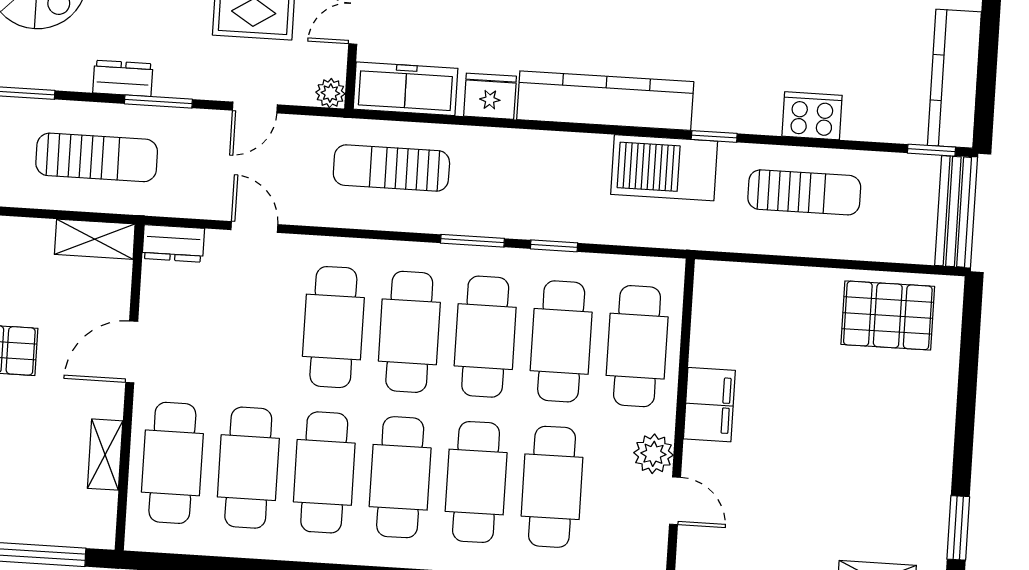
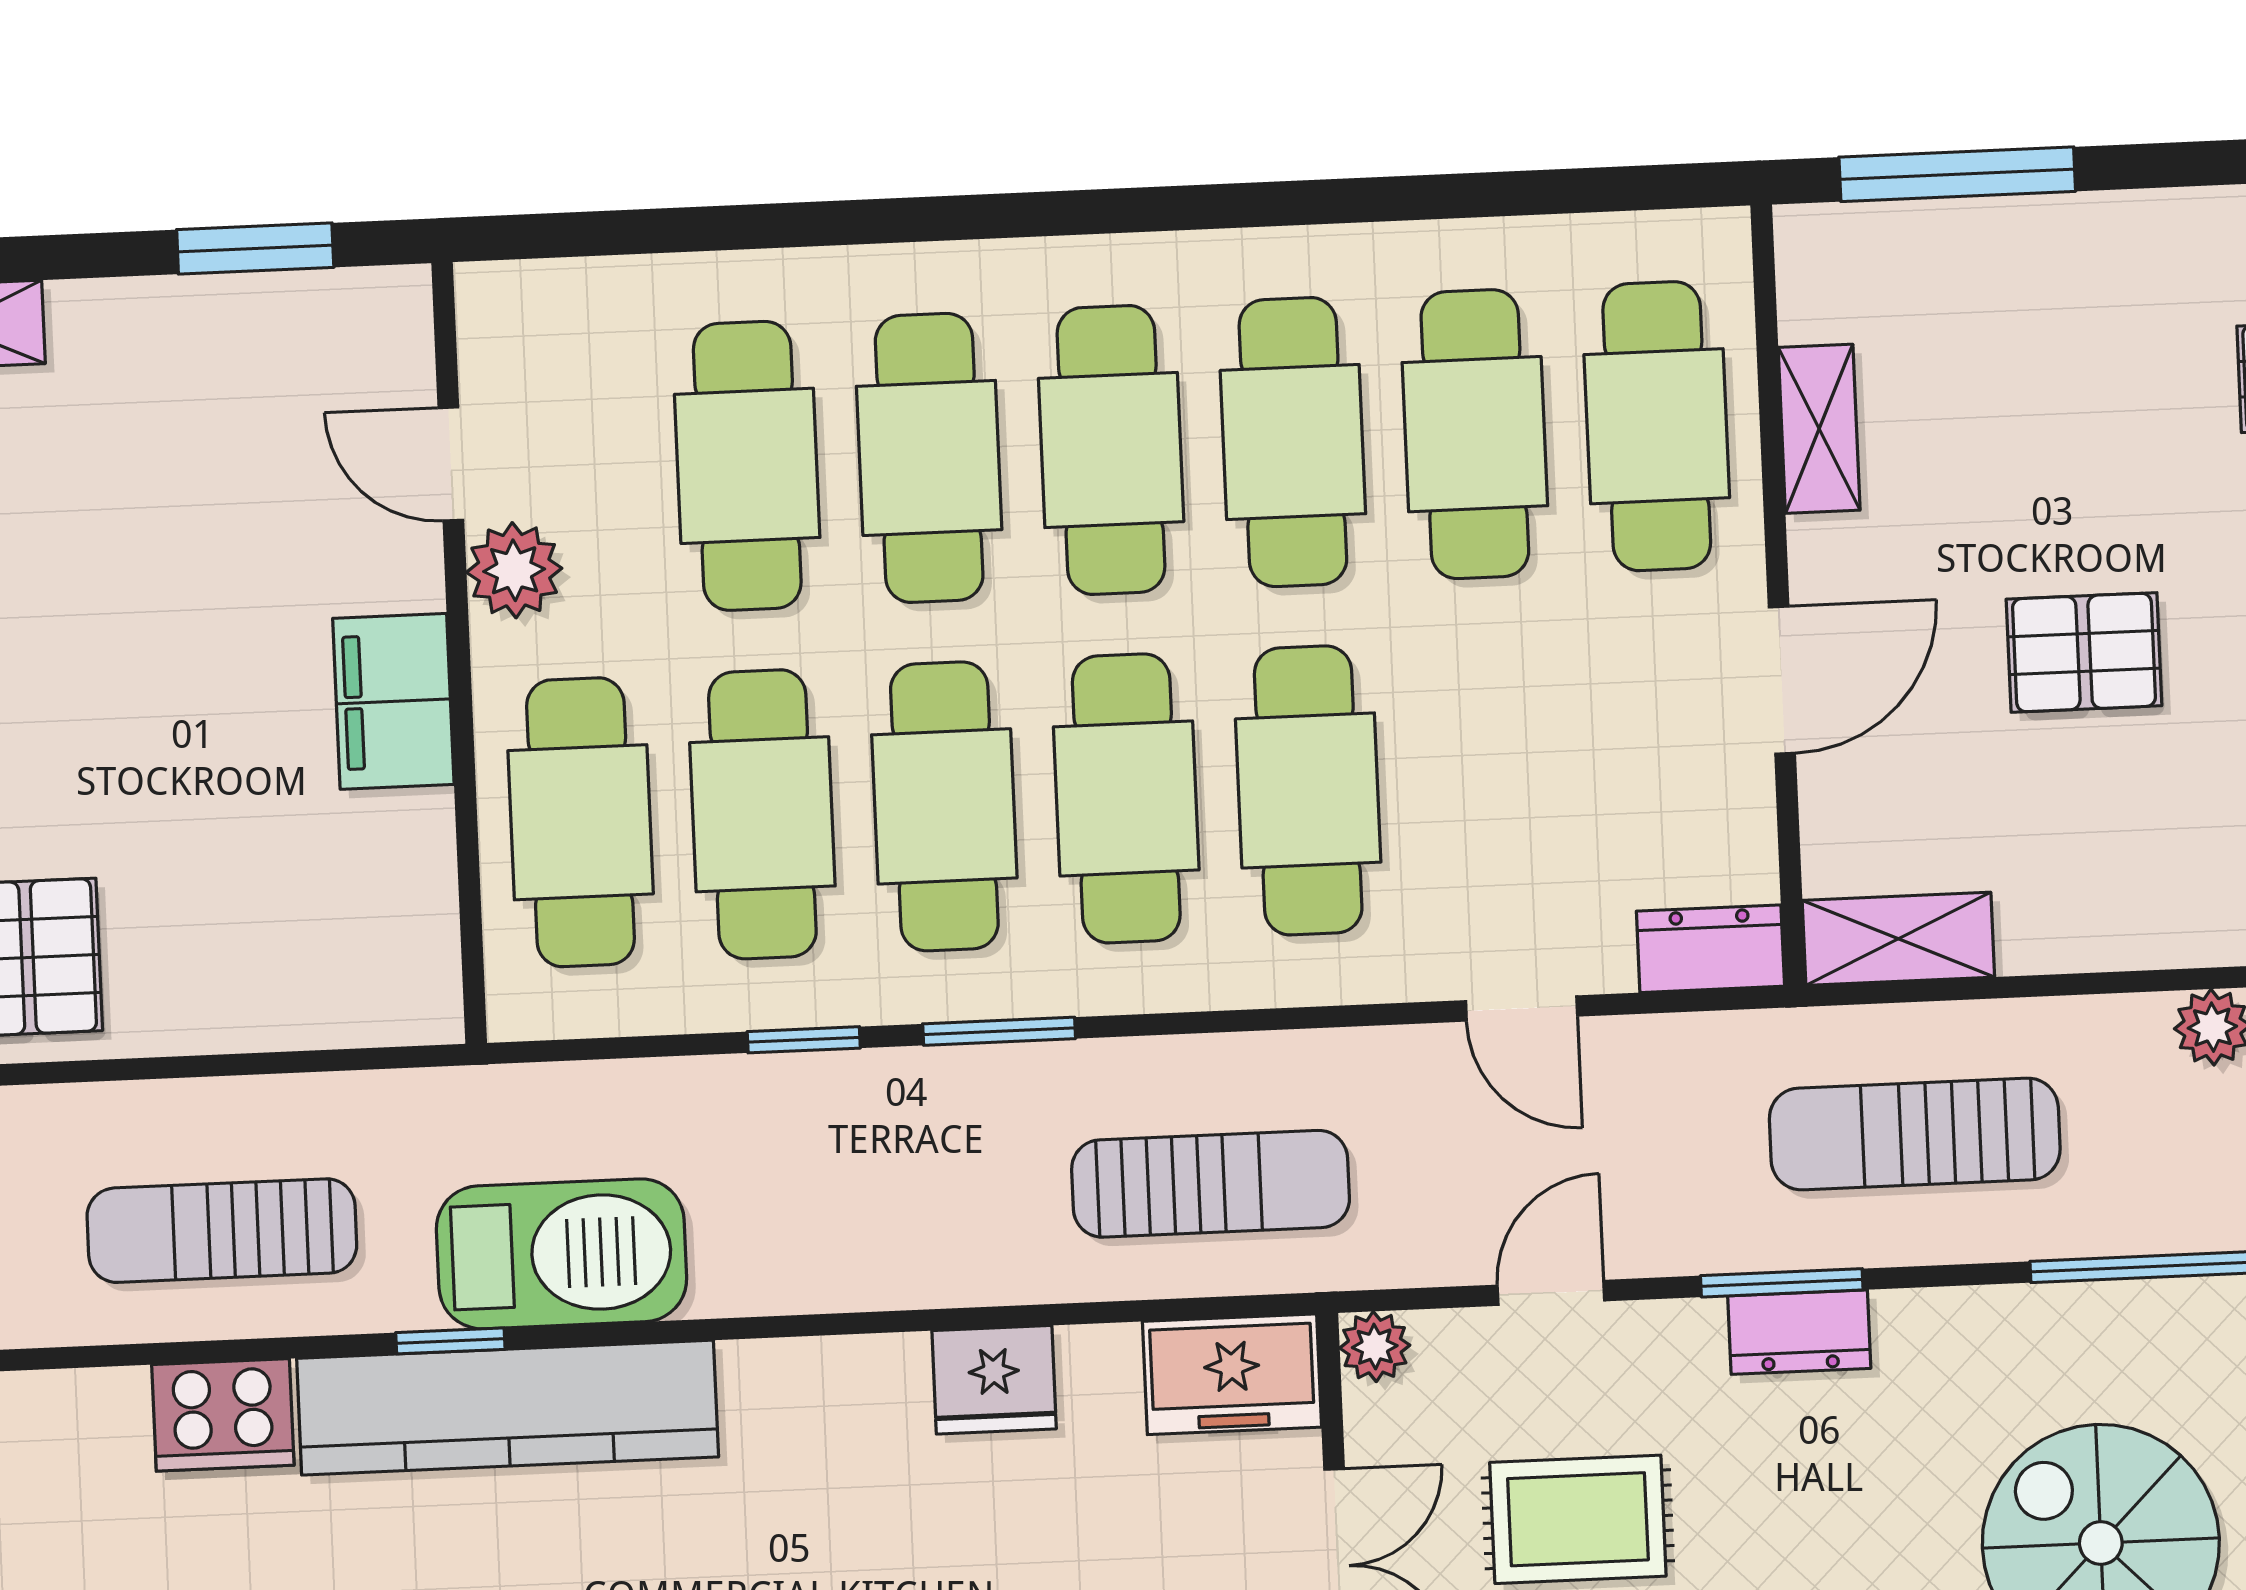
dresser: (123, 78) -> (1799, 1332), moved
freezer: (405, 89) -> (1232, 1374), width x0.71
kitchen counter: (605, 101) -> (508, 1408), moved

